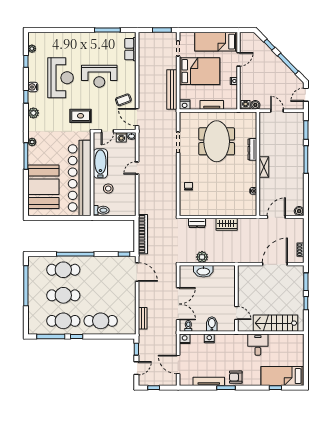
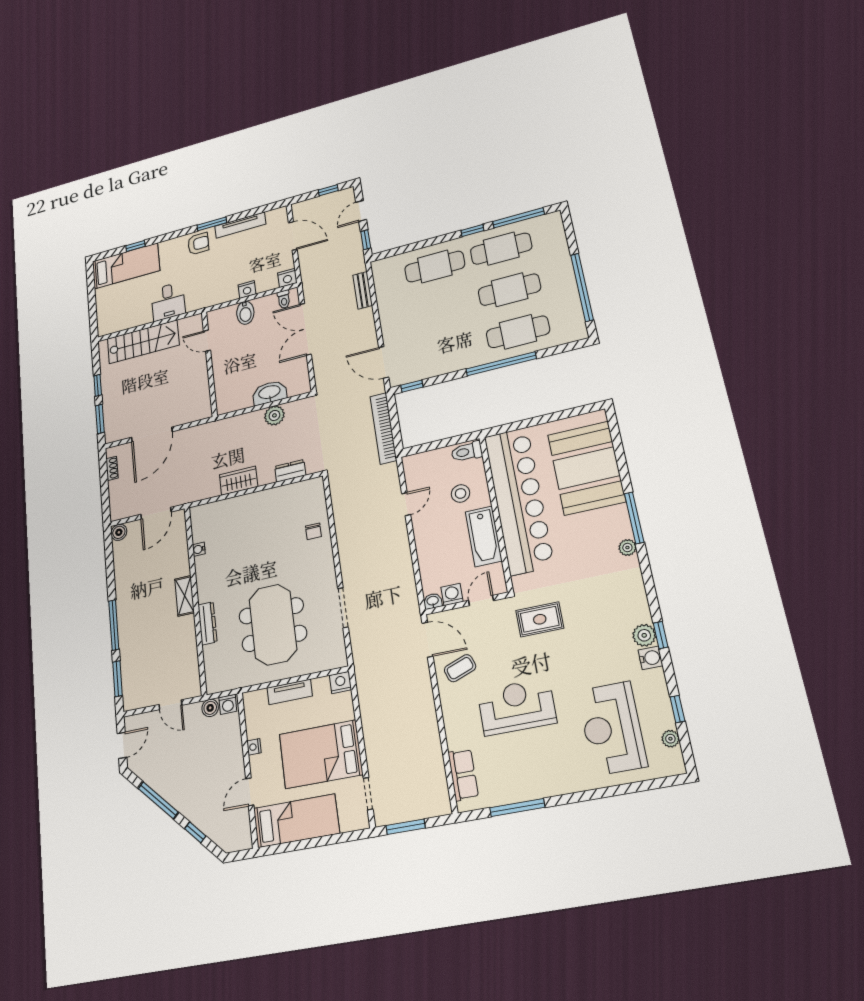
reception desk: (60, 78) -> (612, 728), moved
bench: (172, 90) -> (369, 707), removed
plant: (33, 113) -> (644, 635), moved
door: (137, 168) -> (406, 504), moved

